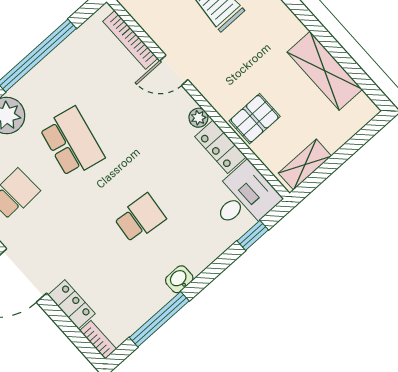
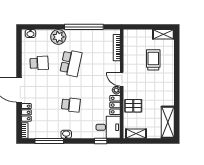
door: (174, 70) -> (122, 79), moved
shelving: (325, 71) -> (168, 122), moved

